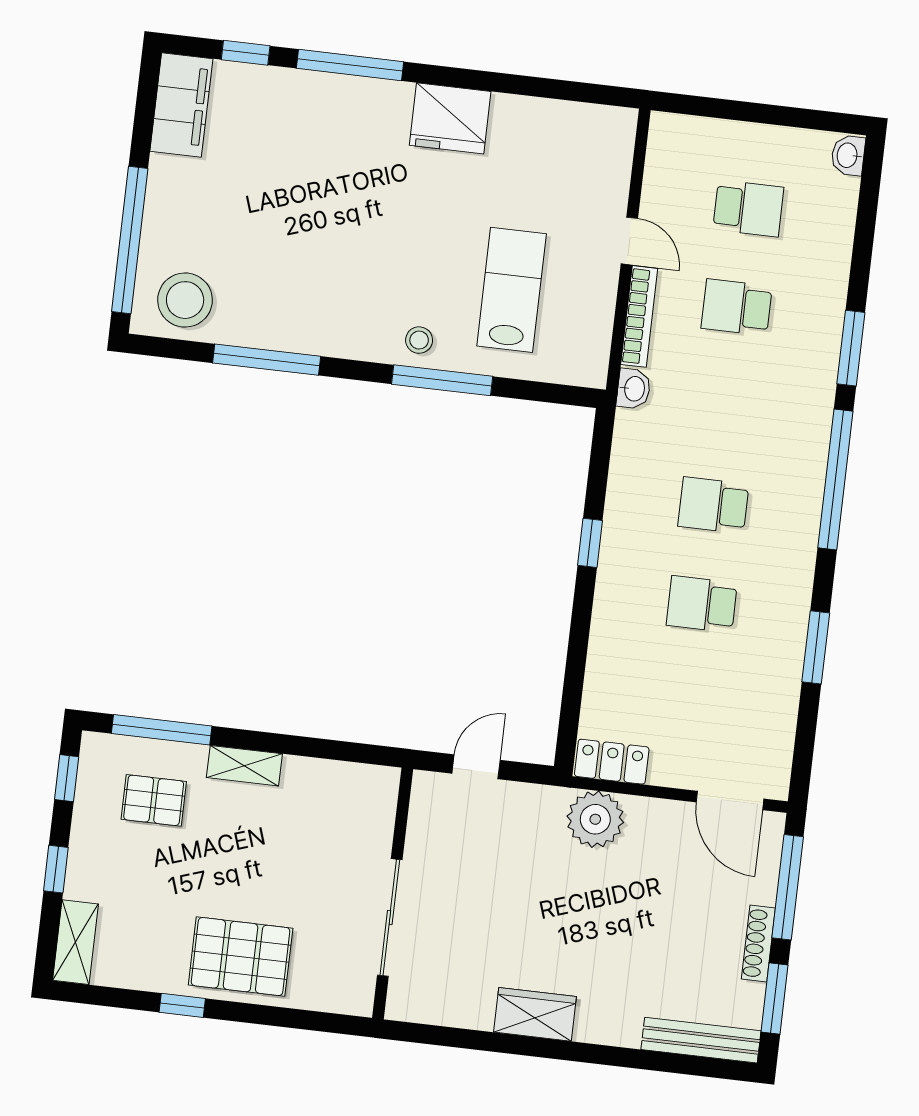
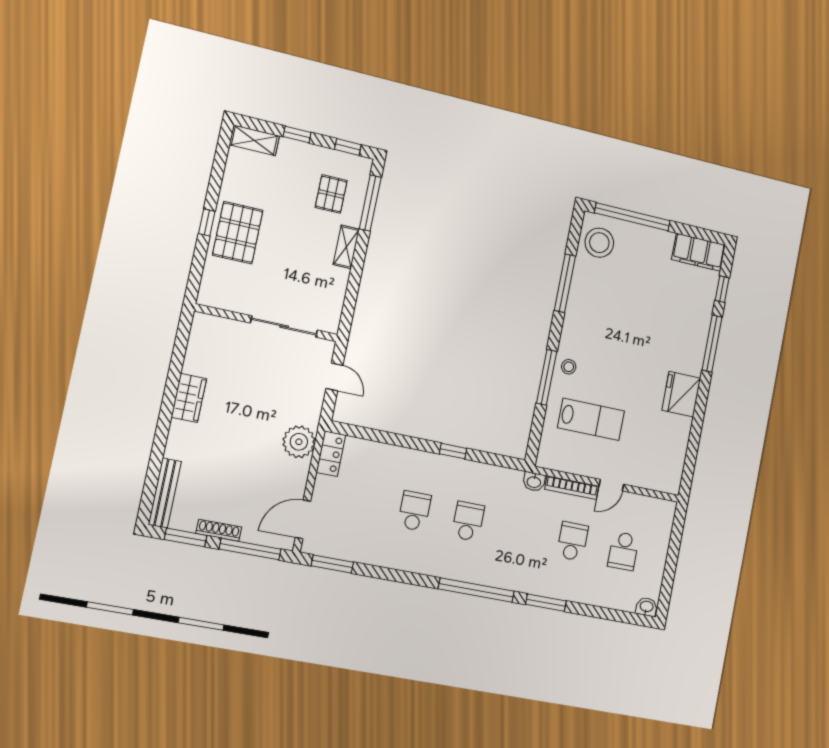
window: (816, 647) -> (332, 564), moved
sliding door: (390, 917) -> (284, 327), moved
window: (182, 1005) -> (207, 223), moved

